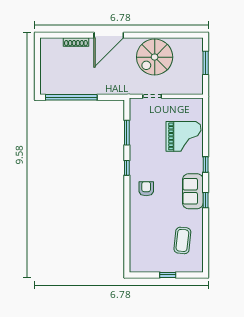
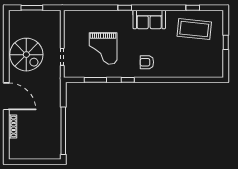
grand piano: (183, 136) -> (103, 48), moved, turned 180
window: (206, 200) -> (193, 8), moved
coffee table: (182, 240) -> (194, 29), width x1.36, depth x1.32

